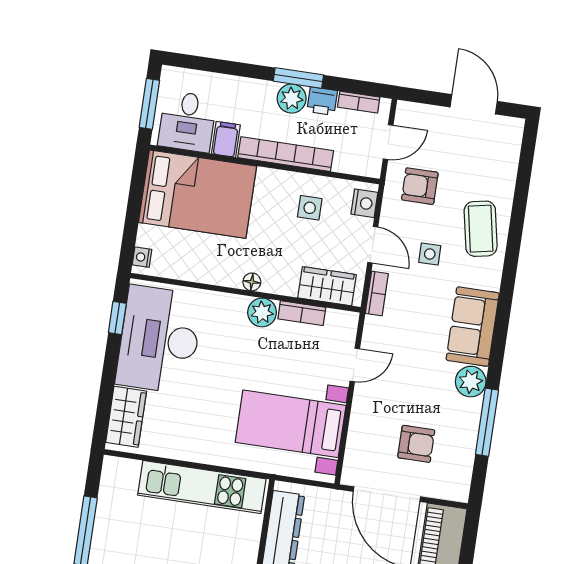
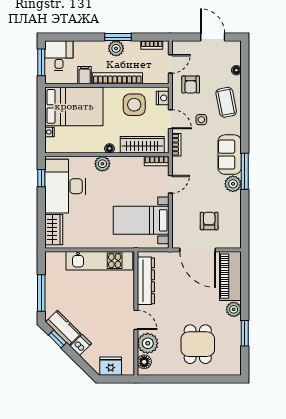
printer: (322, 101) -> (132, 47), removed
desk: (187, 122) -> (59, 56), moved, turned 180
floor lamp: (508, 172) -> (236, 70), added
armchair: (420, 186) -> (191, 85), turned -90
side table: (310, 208) -> (134, 105), width x1.87, depth x1.87
nightstand: (142, 257) -> (50, 132), moved
wardrobe: (327, 286) -> (142, 145), width x1.50
plant: (262, 312) -> (102, 164), moved
bookcase: (302, 313) -> (157, 161), moved
window: (487, 422) -> (245, 171), moved
armchair: (416, 444) -> (209, 221), turned -90

